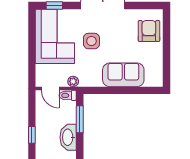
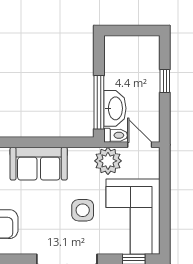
plant: (73, 81) -> (108, 161), width x1.87, depth x1.87
window: (80, 119) -> (99, 102), width x1.44
washbasin: (68, 137) -> (115, 108), moved

